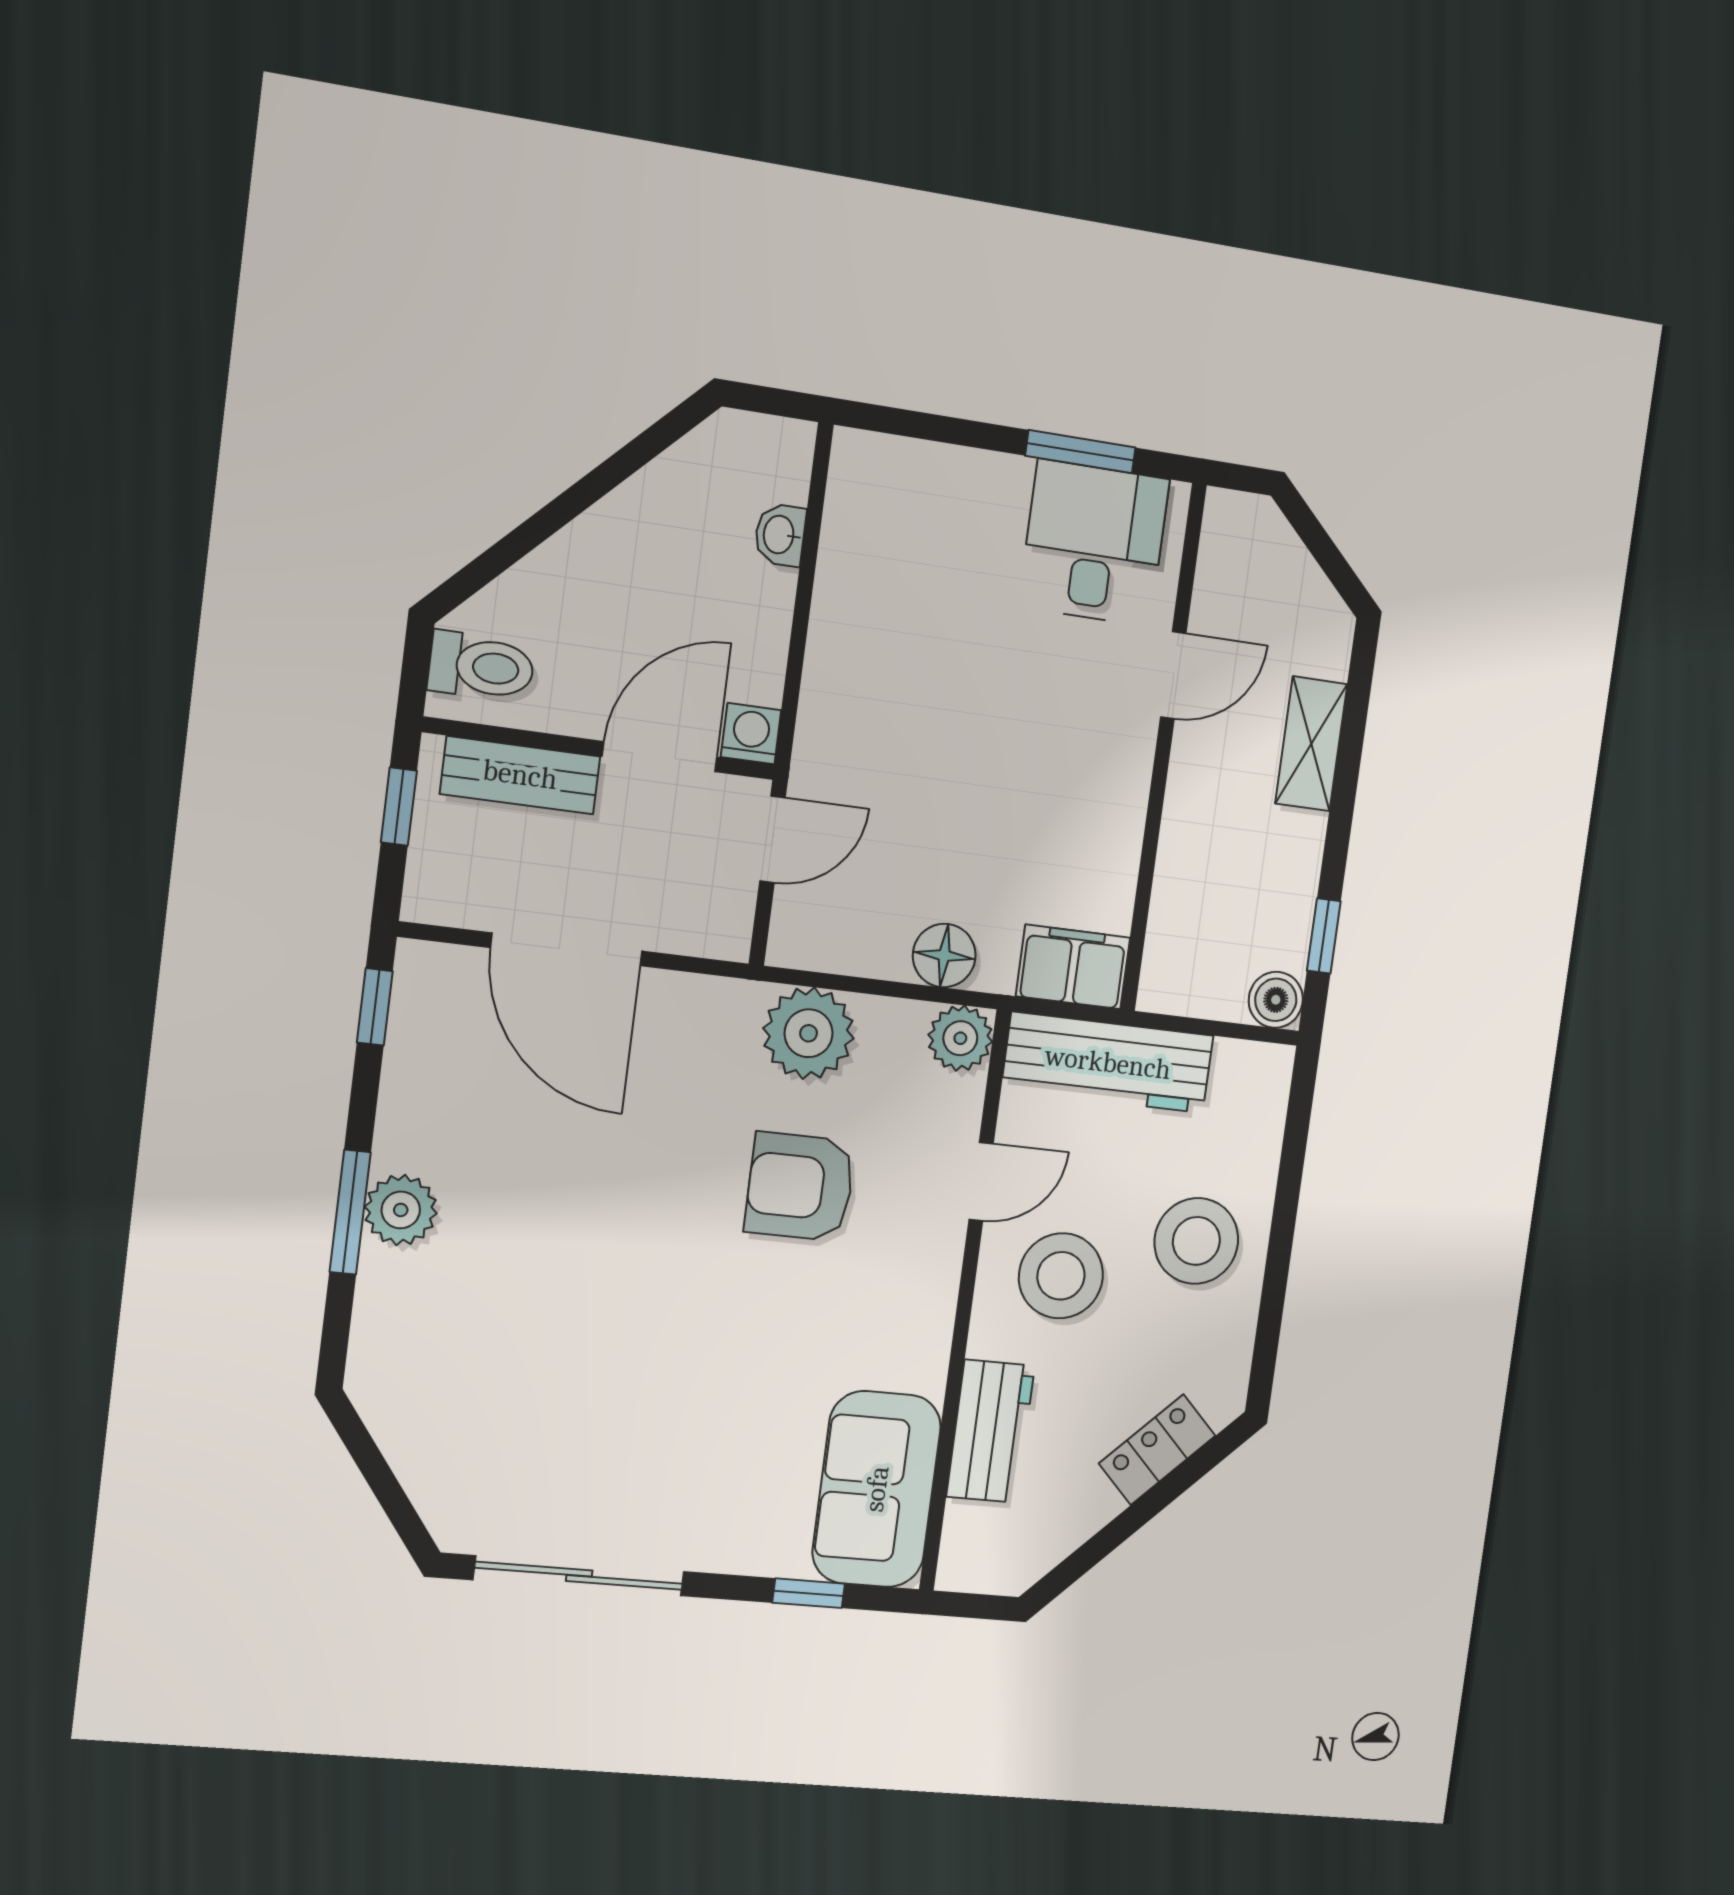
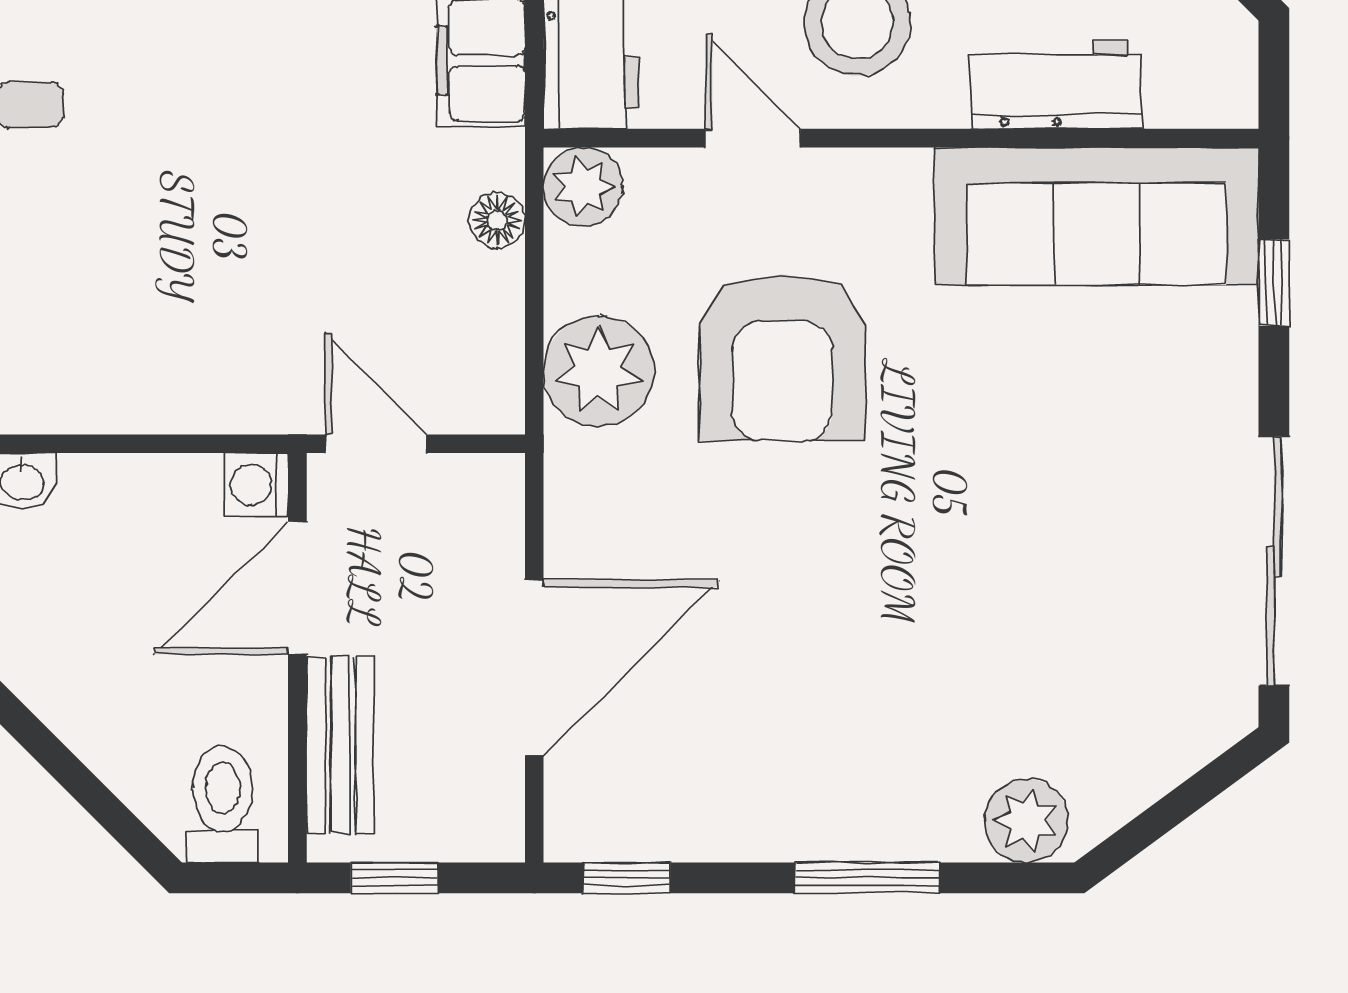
door: (660, 757) -> (297, 588), hinge flipped
floor lamp: (944, 955) -> (497, 220), width x0.73, depth x0.73
armchair: (800, 1187) -> (782, 358), width x1.36, depth x1.36
plant: (401, 1210) -> (1026, 821), moved
sofa: (877, 1489) -> (1097, 216), width x1.36

